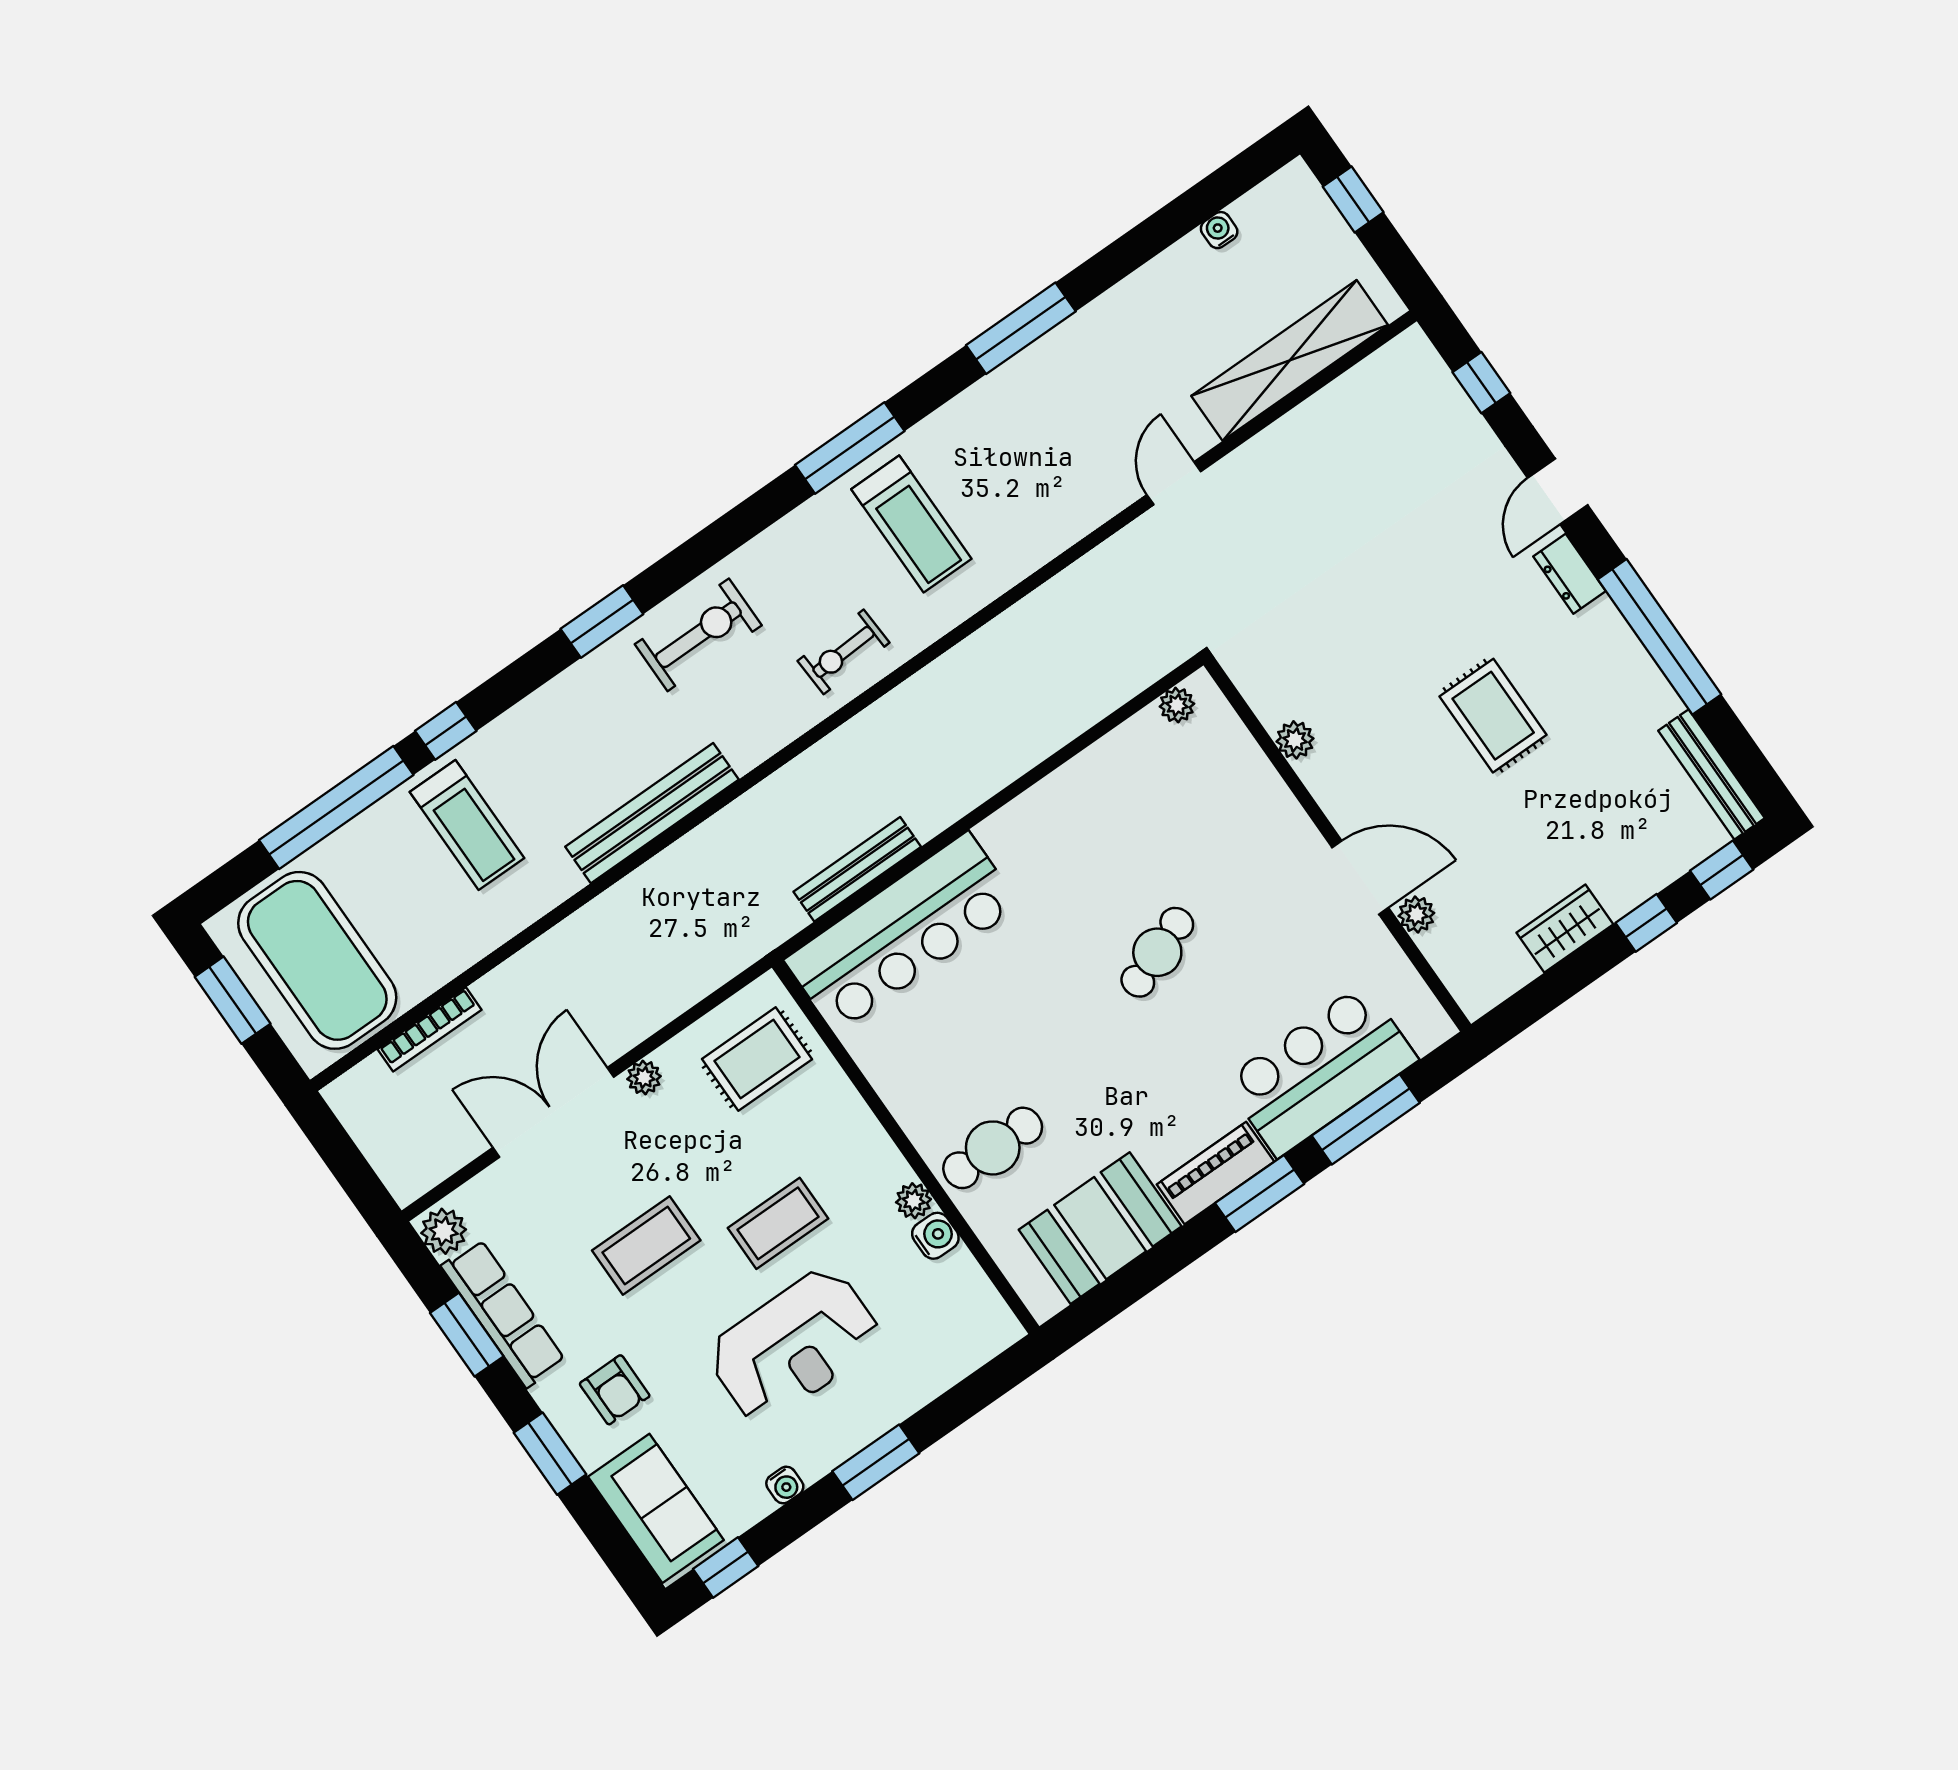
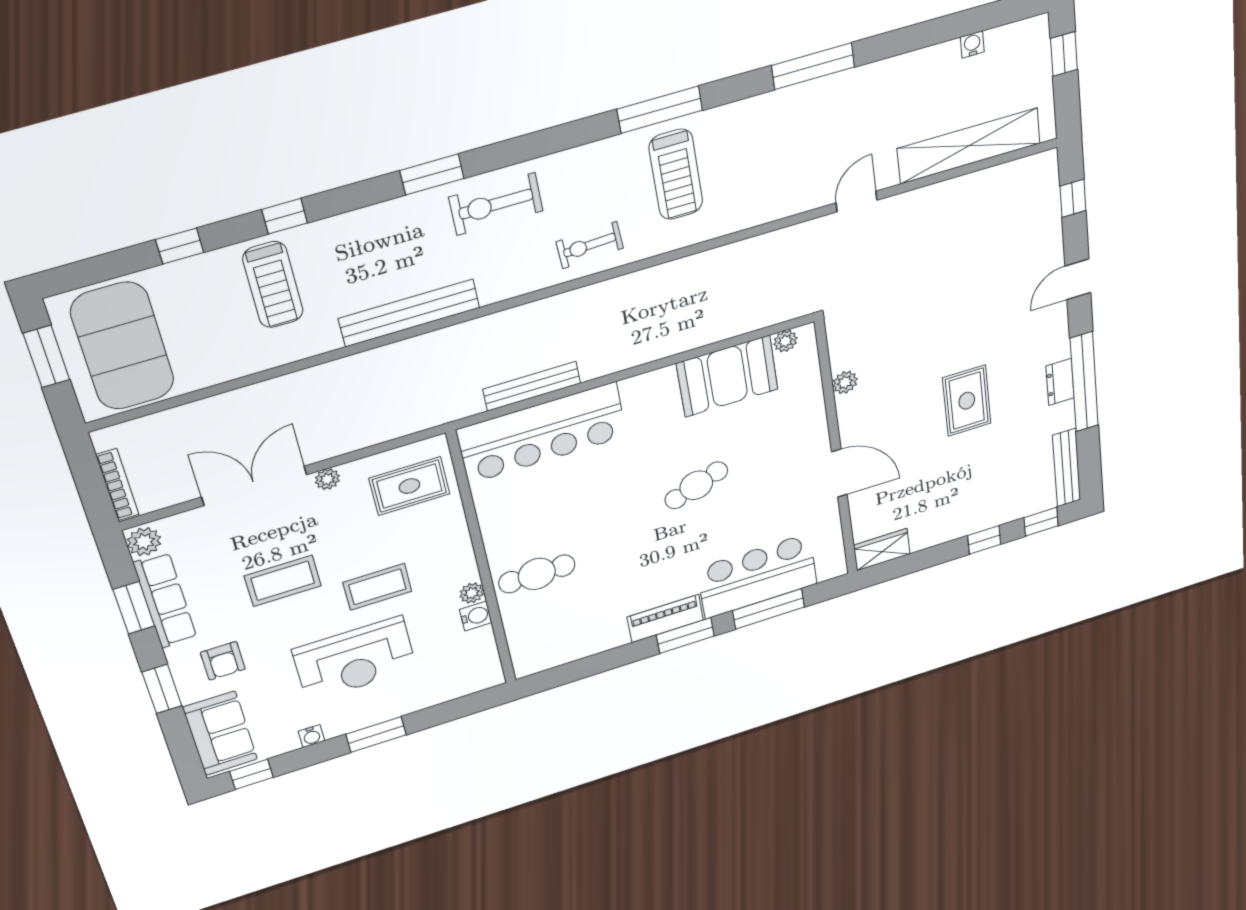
dresser: (1569, 574) -> (1060, 382), moved
exercise bike: (698, 635) -> (496, 204), turned 180
window: (336, 808) -> (180, 246), width x0.32
plant: (1416, 914) -> (860, 503), removed
wardrobe: (1565, 928) -> (882, 550), moved
bookcase: (430, 1029) -> (117, 485), moved, turned -90
booth: (1100, 1228) -> (727, 376), moved

